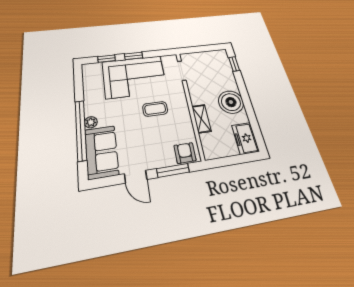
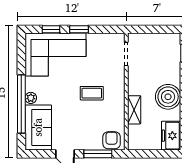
corner sofa: (134, 77) -> (55, 54), moved

